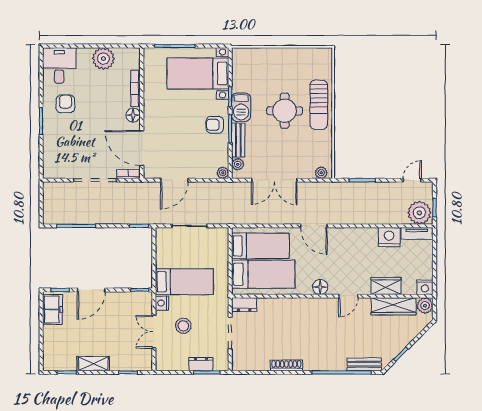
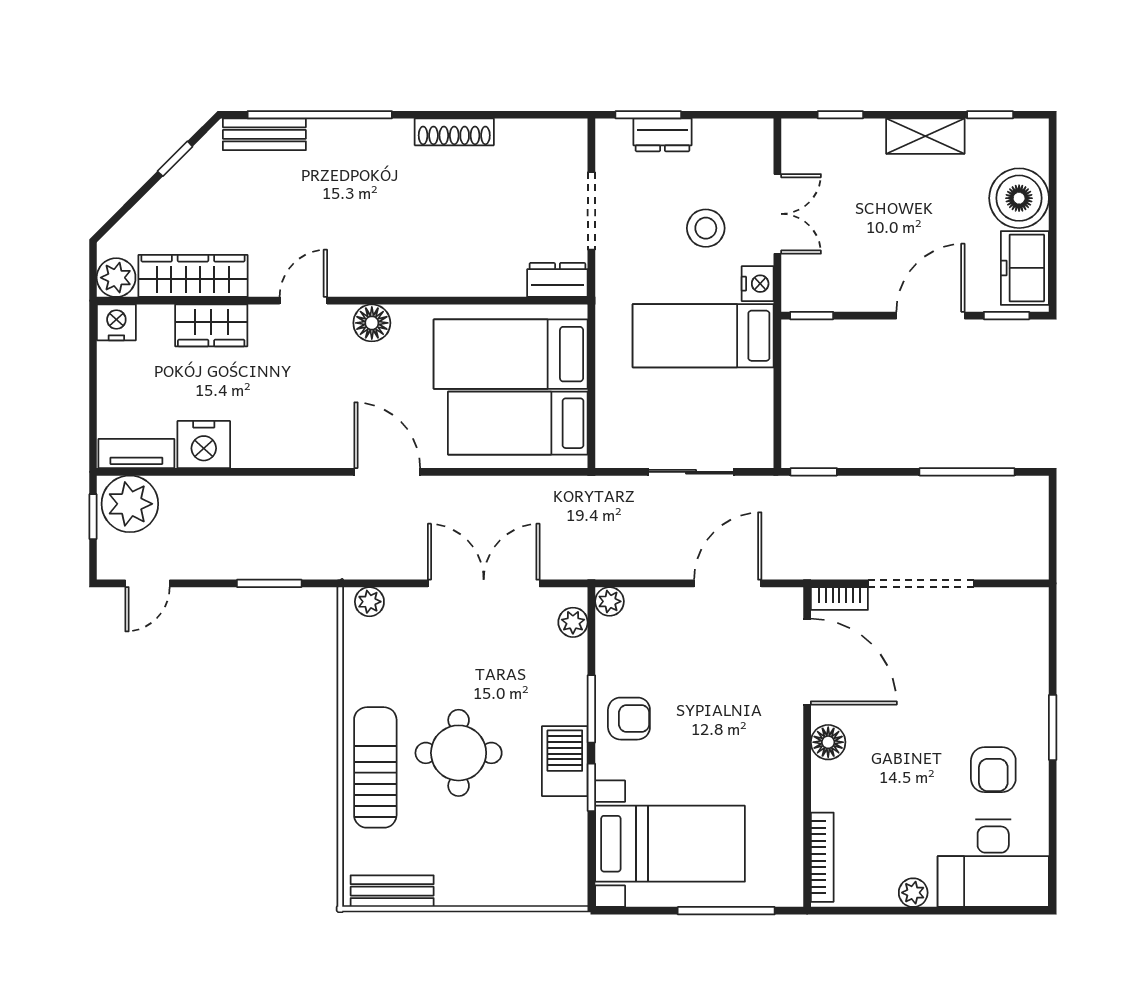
plant: (103, 59) -> (913, 893), width x0.53, depth x0.53
desk: (59, 65) -> (993, 863), width x1.37
bookcase: (136, 89) -> (822, 857), moved
bench: (238, 140) -> (392, 891), moved, turned 90
boiler: (55, 338) -> (1019, 198), added

